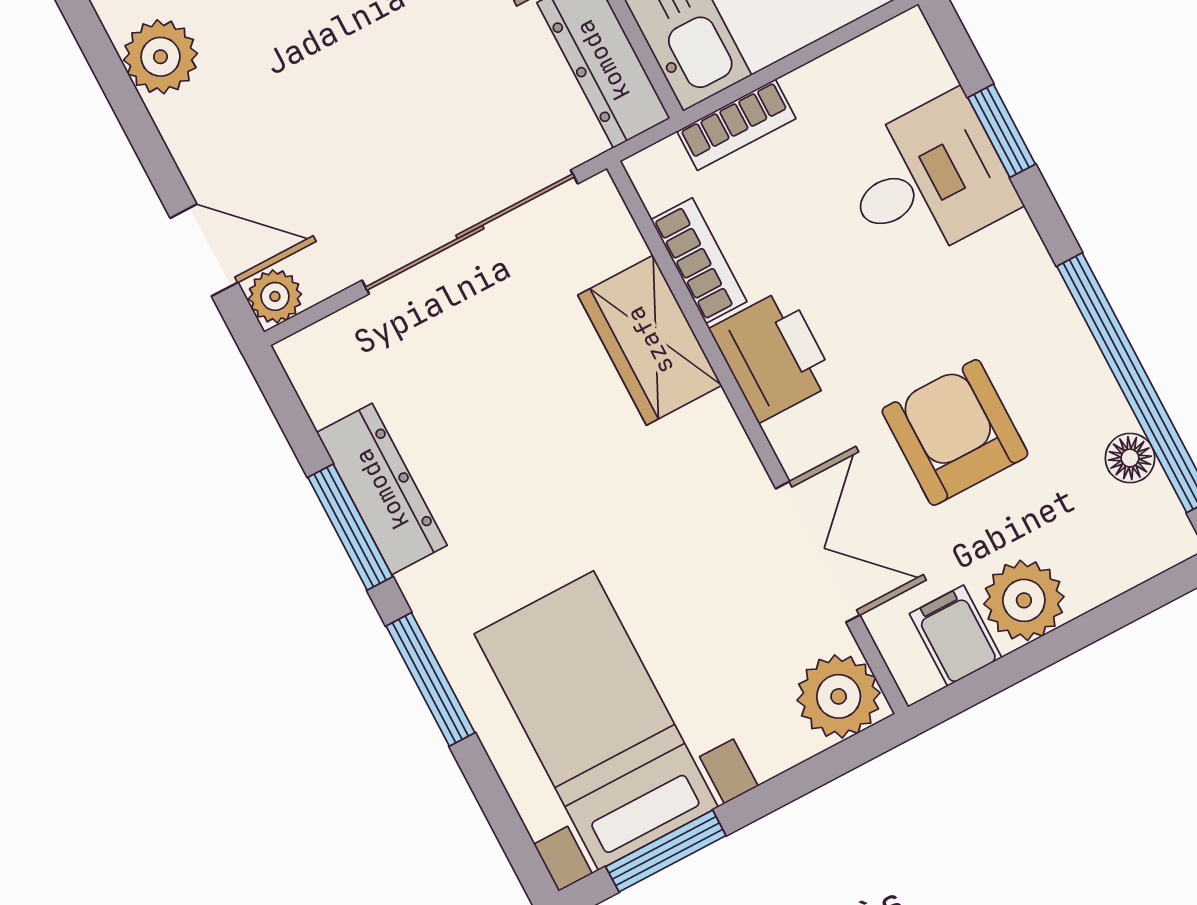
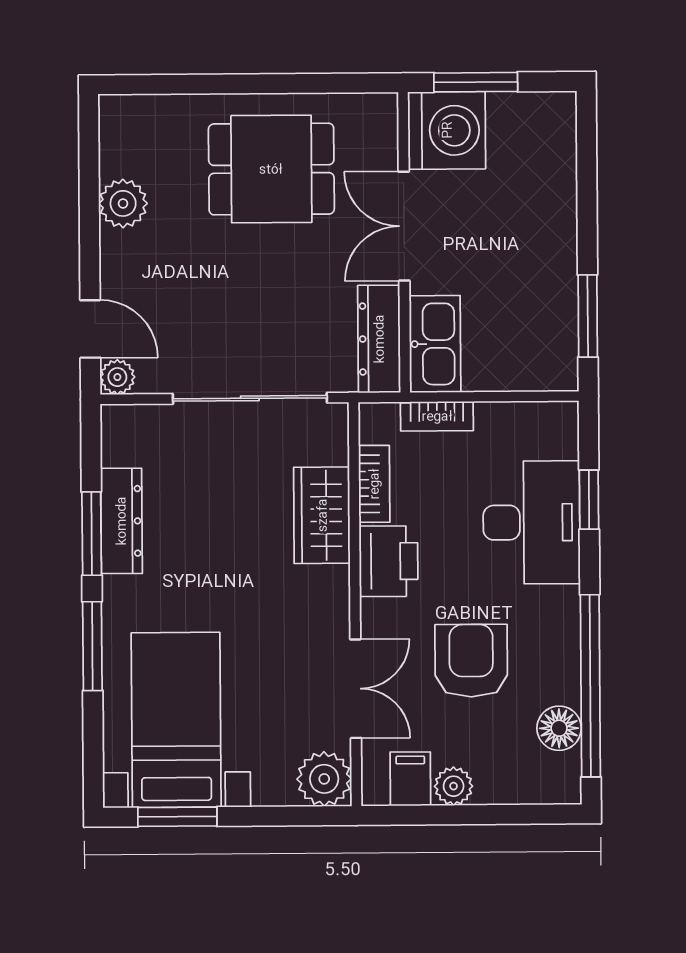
desk: (928, 180) -> (532, 522), width x1.37
floor lamp: (1130, 458) -> (559, 728), width x1.37, depth x1.37
plant: (1024, 600) -> (454, 786), width x0.73, depth x0.73

